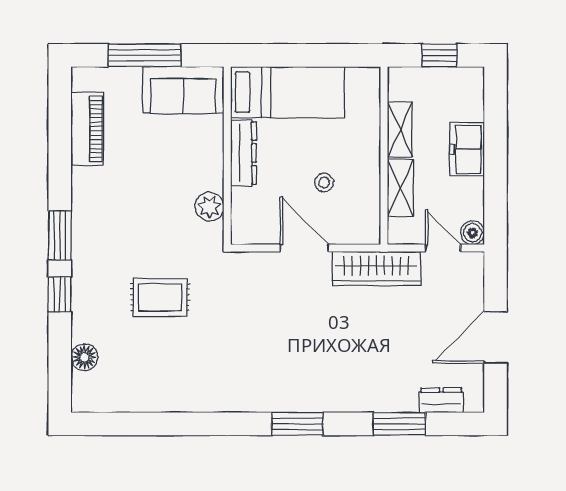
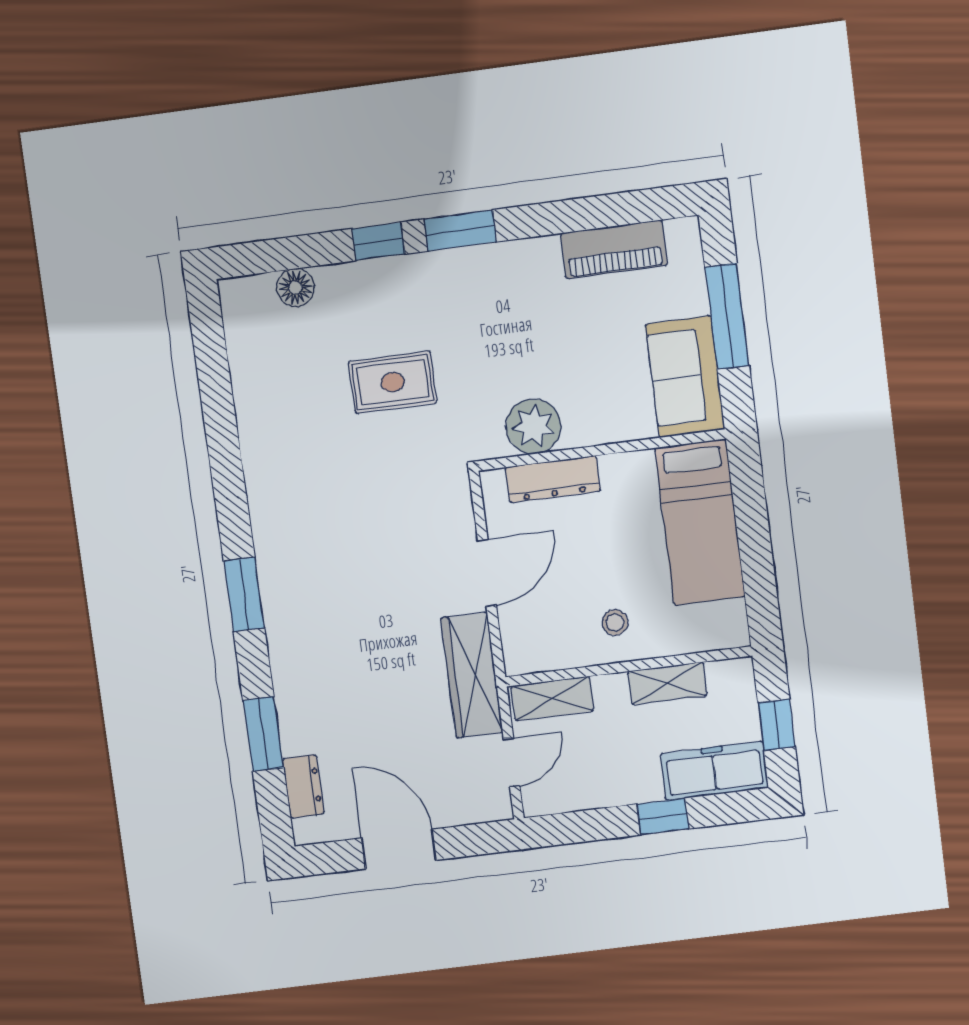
window: (496, 145) -> (663, 816), added
freezer: (467, 149) -> (714, 771), moved, width x1.40
dresser: (244, 153) -> (553, 479), moved
stool: (324, 183) -> (615, 622), moved
shelving: (400, 188) -> (552, 698), moved
plant: (210, 207) -> (533, 426), width x1.36, depth x1.36
boiler: (472, 233) -> (538, 800), removed
rug: (160, 297) -> (393, 382), turned 90

